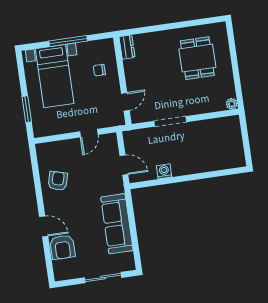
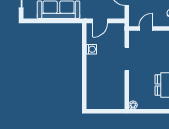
door: (125, 102) -> (146, 29), swing flipped

